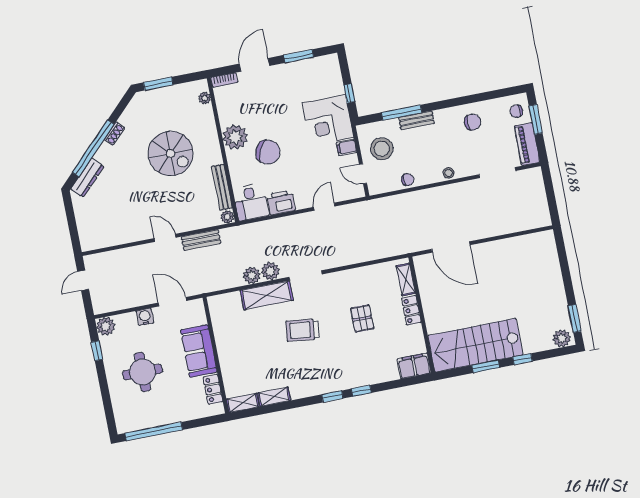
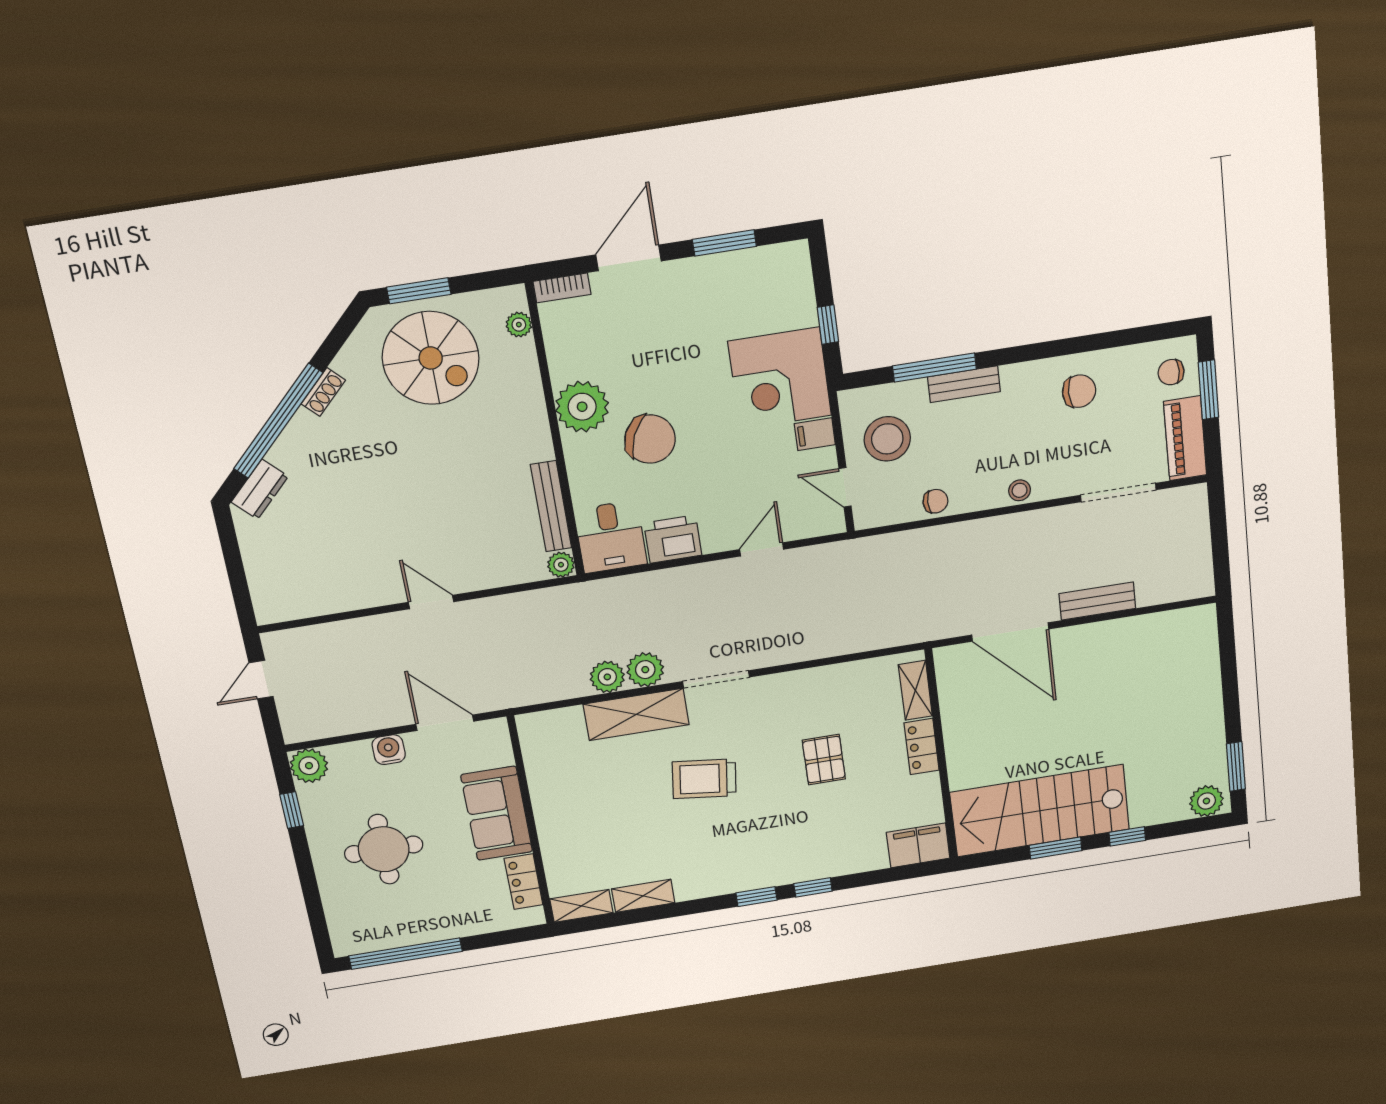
spiral stairs: (171, 154) -> (431, 358), moved
dresser: (87, 178) -> (260, 489), width x0.70
bench: (201, 240) -> (1097, 601), moved

